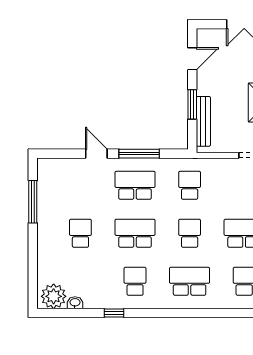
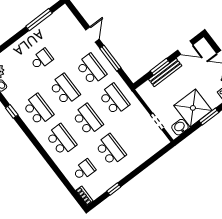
bench: (203, 121) -> (165, 73), moved
school desk: (190, 185) -> (114, 99), width x1.85
school desk: (190, 233) -> (88, 120), width x1.85
school desk: (135, 281) -> (38, 110), width x1.85

